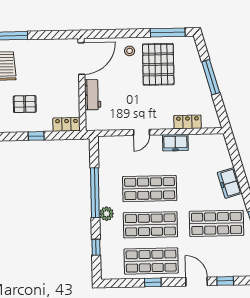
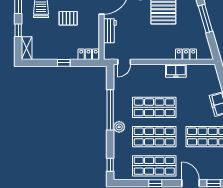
pallet: (25, 104) -> (68, 18), moved
door: (141, 132) -> (124, 62), moved
window: (96, 247) -> (110, 165), moved

